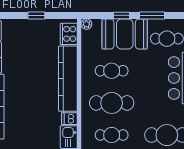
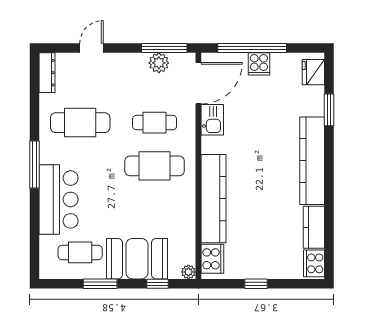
window: (122, 15) -> (158, 284), moved
cafe table: (112, 71) -> (155, 209), removed
dishwasher: (69, 119) -> (212, 145), removed

